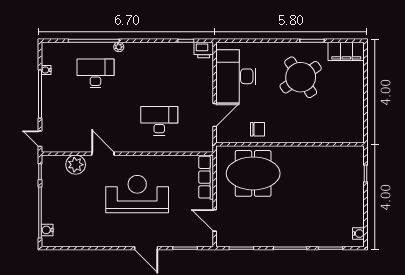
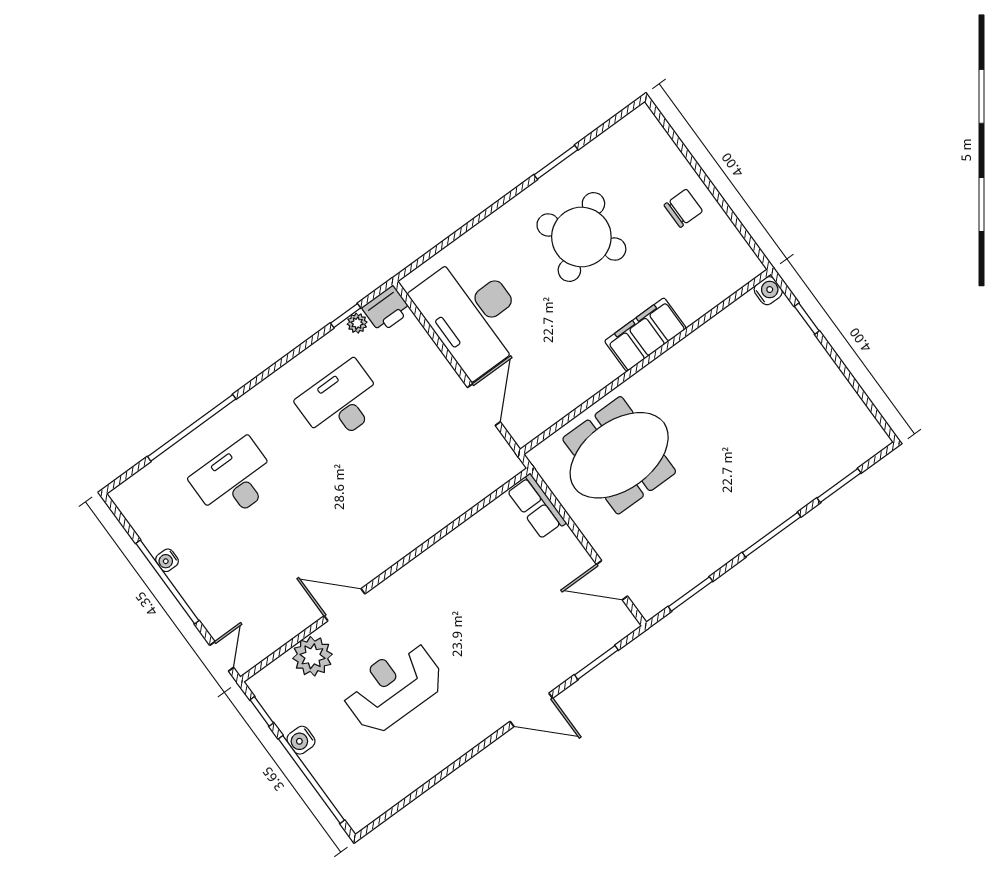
plant: (119, 47) -> (357, 323), moved
filing cabinet: (346, 51) -> (645, 335), moved, turned 180
water cooler: (46, 70) -> (167, 560), moved
desk: (159, 121) -> (341, 403), moved
chair: (258, 129) -> (683, 208), moved
door: (40, 139) -> (222, 656), swing flipped
row of seats: (206, 177) -> (537, 507), width x0.68
reception desk: (137, 194) -> (393, 687), moved, width x0.74, depth x0.77
water cooler: (47, 230) -> (301, 740), moved
water cooler: (358, 234) -> (768, 291), moved

